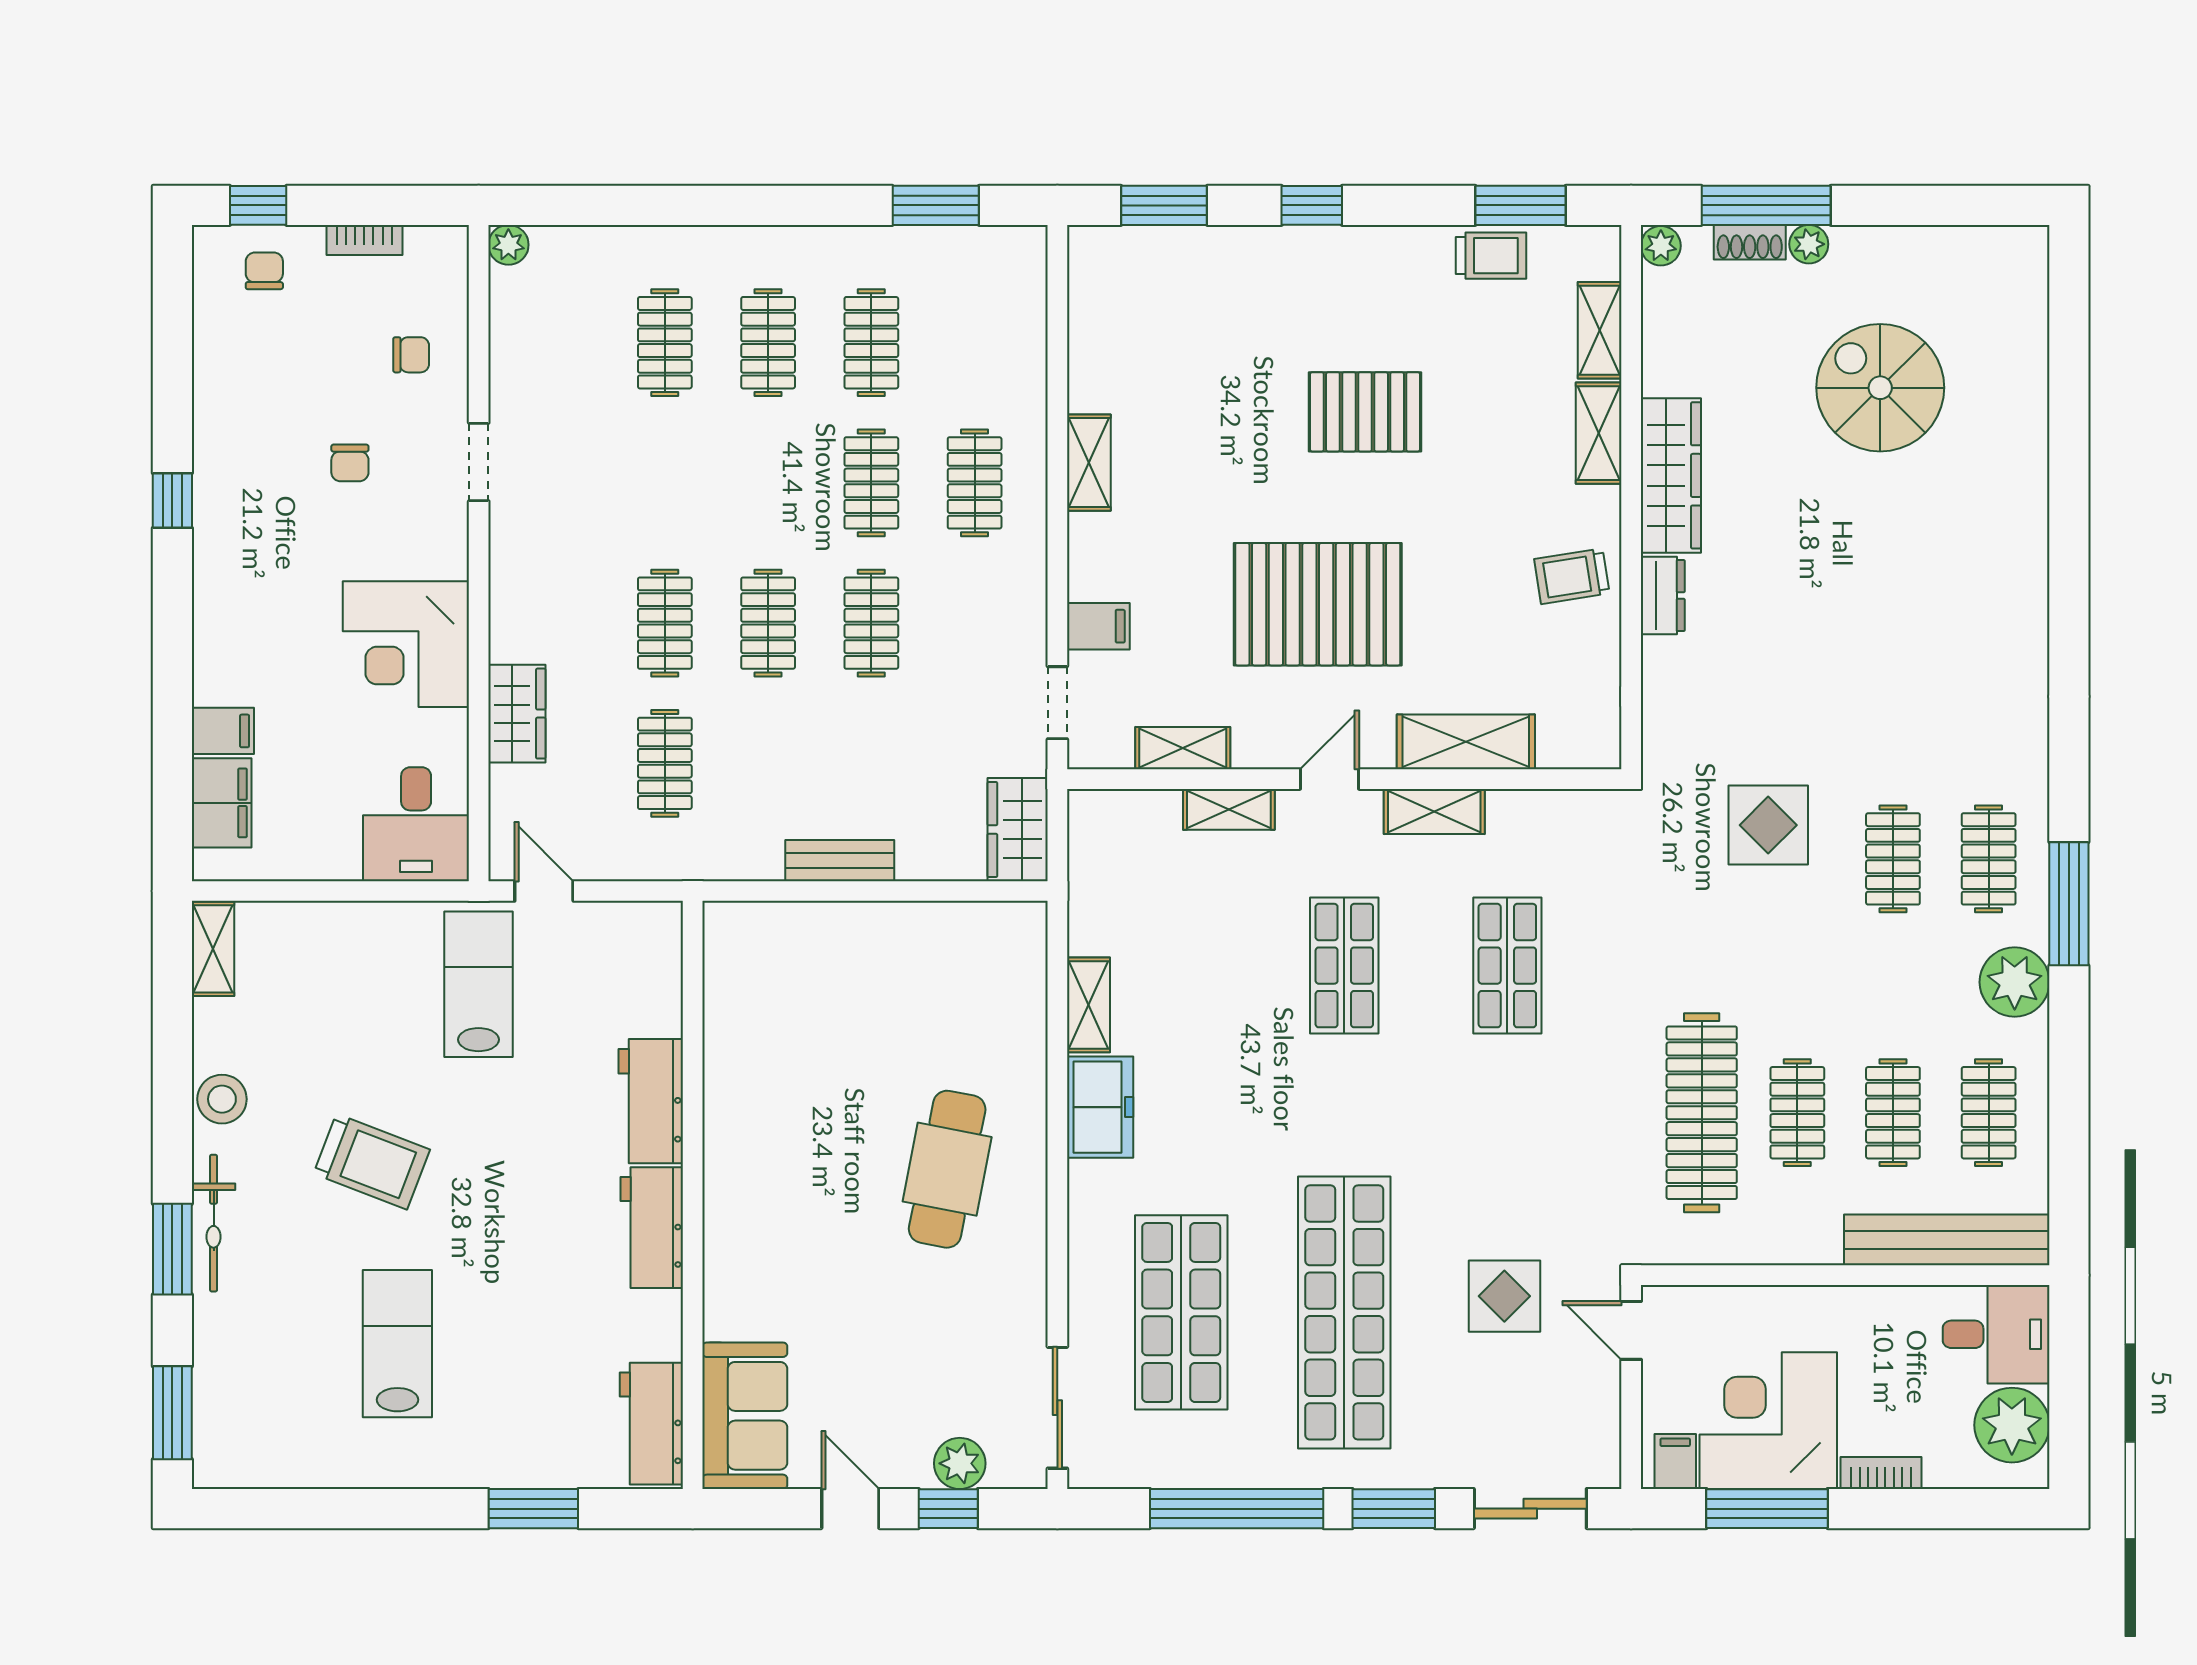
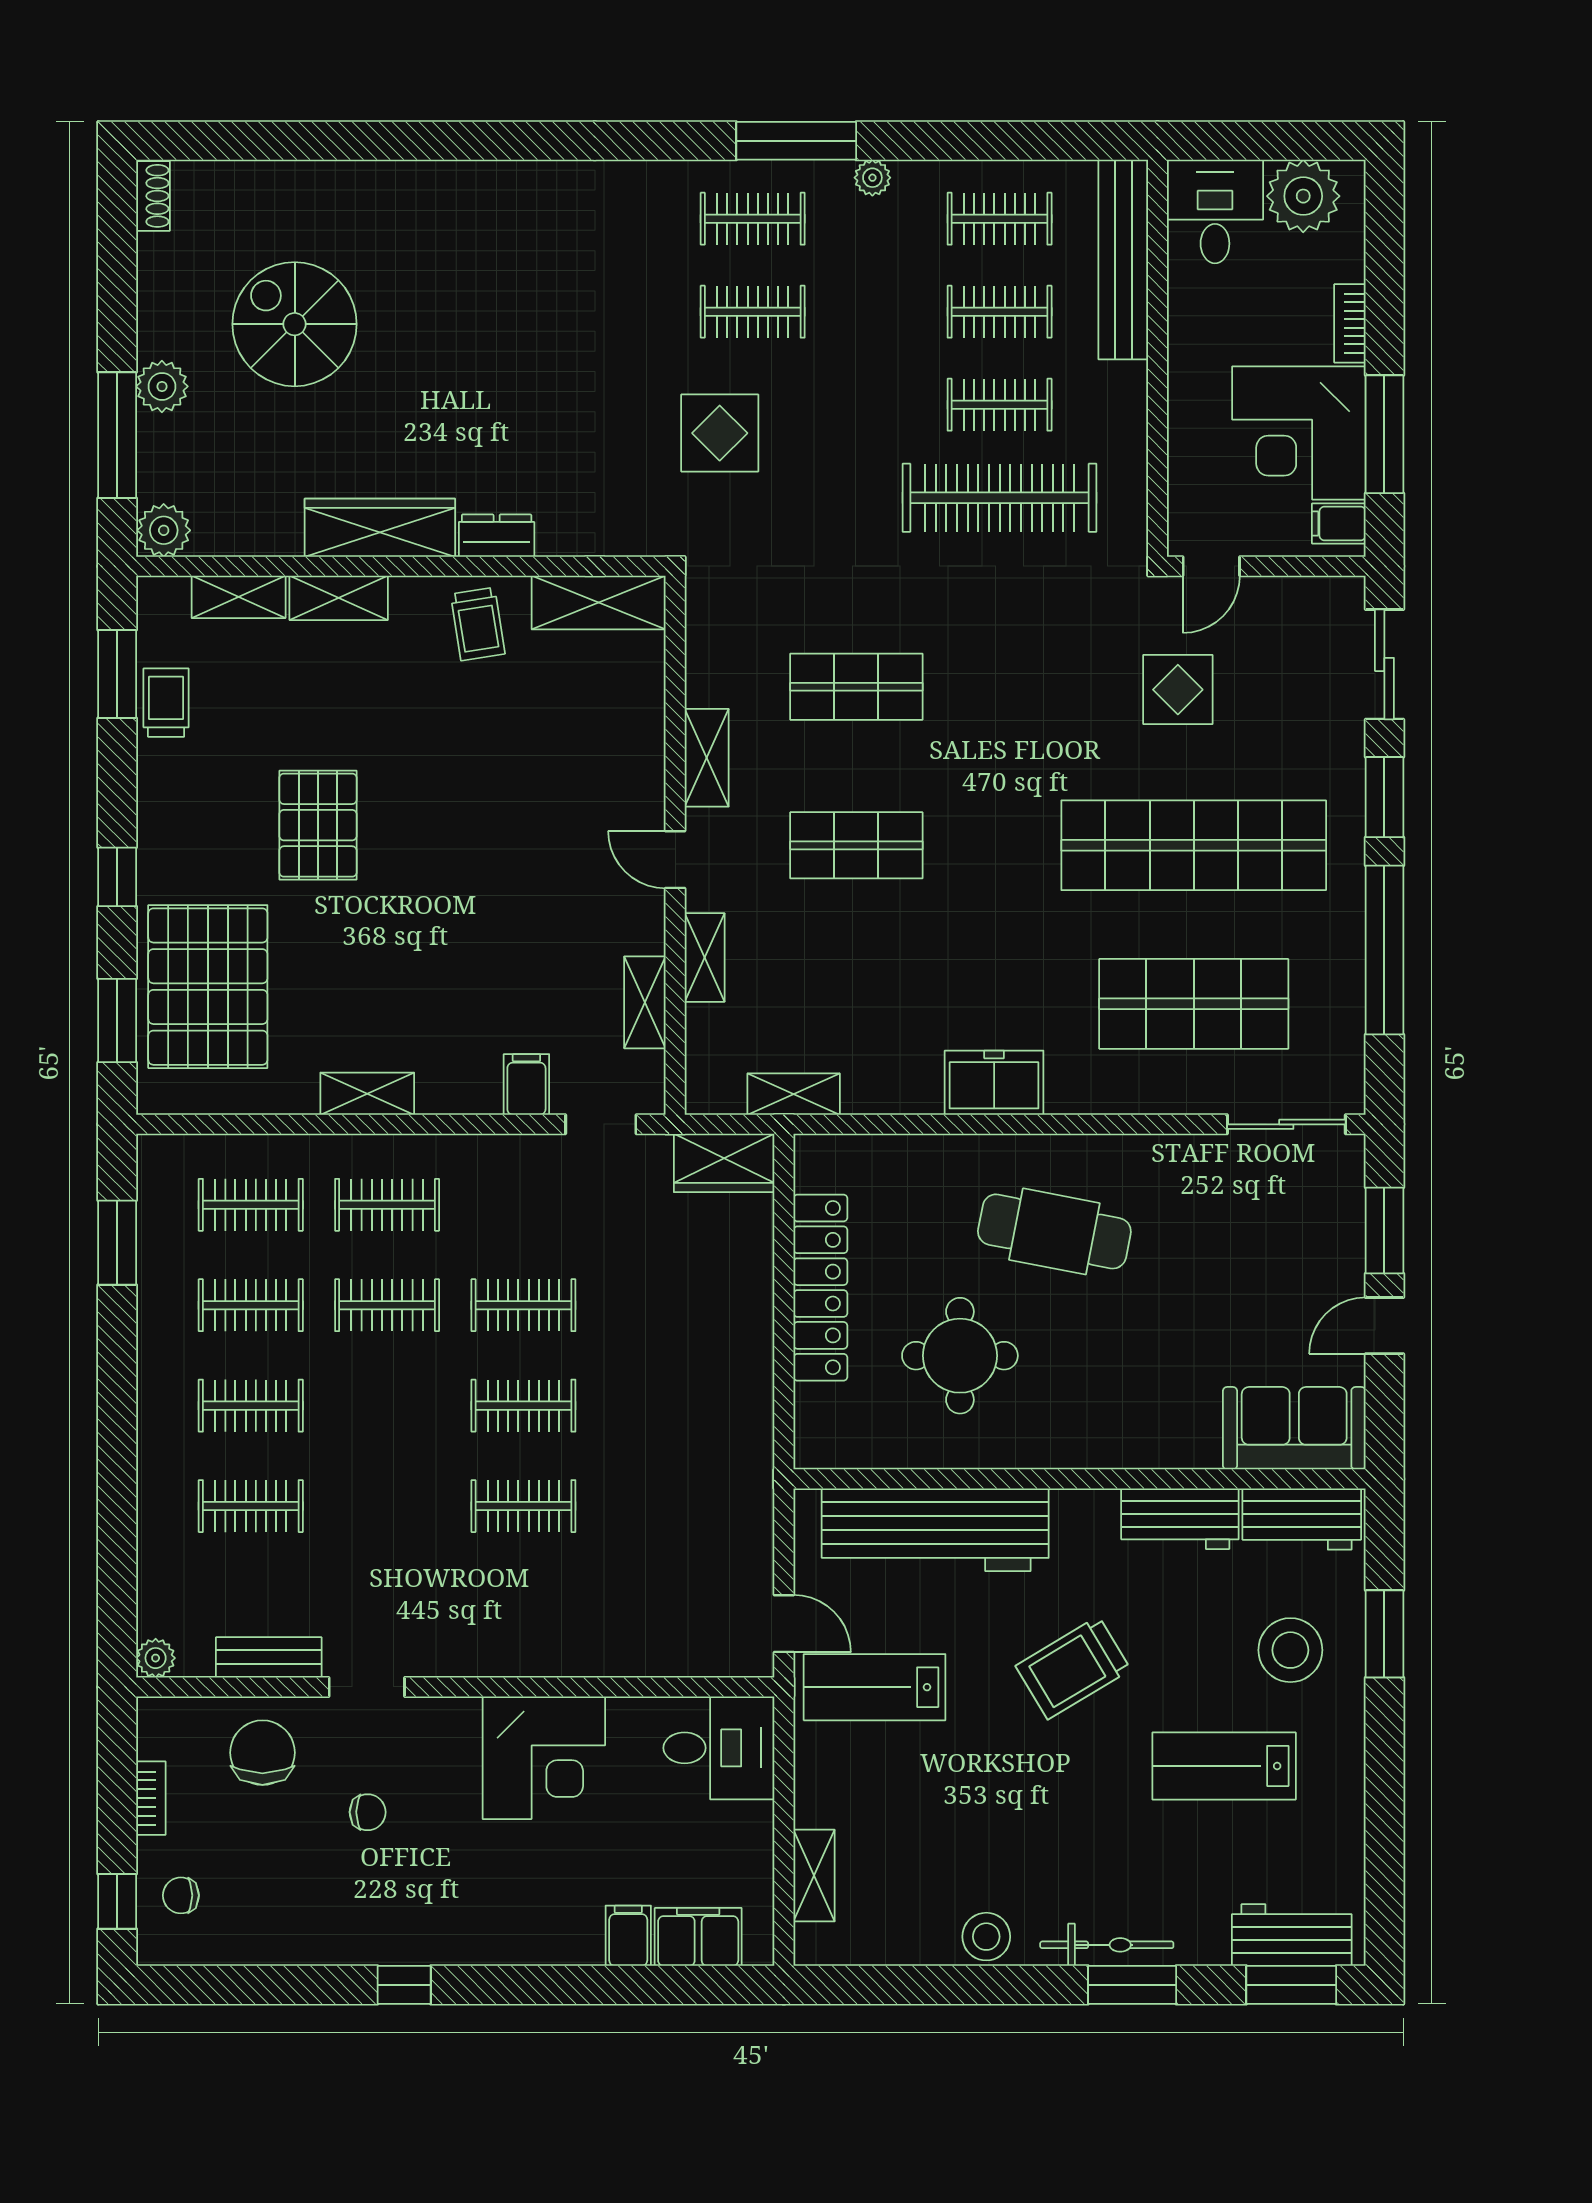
shoe rack: (1750, 242) -> (153, 196), moved
plant: (1809, 244) -> (162, 386), width x1.38, depth x1.38
plant: (1661, 246) -> (164, 530), width x1.38, depth x1.38
chair: (411, 355) -> (262, 1753), width x1.87, depth x1.87
spiral stairs: (1880, 388) -> (295, 324), turned 90
pallet: (1318, 604) -> (208, 987), moved
wardrobe: (517, 714) -> (611, 1650), removed
shelving: (1466, 742) -> (599, 603), moved, turned 90
clothes rail: (665, 763) -> (251, 1205), moved
bench: (840, 861) -> (269, 1657), moved, turned 90
door: (544, 891) -> (784, 1624), swing flipped
locker: (889, 929) -> (820, 1288), added
shelving: (213, 949) -> (814, 1876), moved, turned 90
plant: (2015, 982) -> (872, 178), width x0.53, depth x0.53
shelving: (1088, 1005) -> (794, 1094), moved
round table: (819, 1072) -> (960, 1356), added
workbench: (651, 1101) -> (935, 1530), width x1.88, depth x1.32
trolley: (372, 1162) -> (1073, 1668), moved, turned -142
workbench: (652, 1228) -> (1180, 1519), moved
stool: (517, 1412) -> (1290, 1650), added
workbench: (224, 1413) -> (1292, 1935), added
plant: (960, 1463) -> (1341, 1219), removed
window: (948, 1509) -> (1384, 1230), width x1.50

